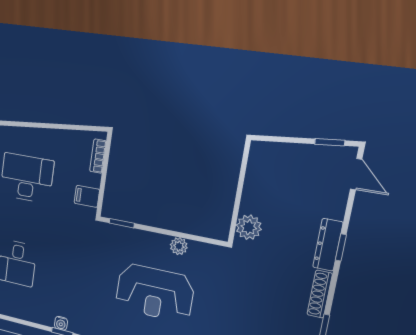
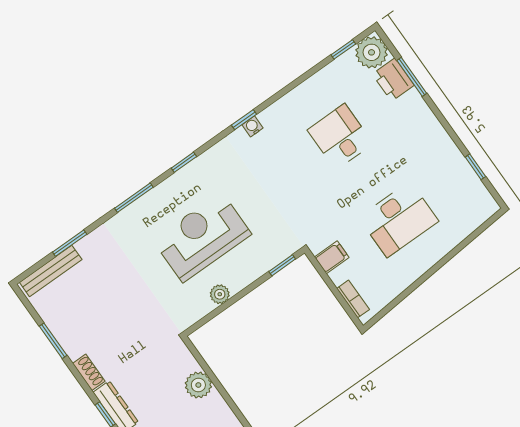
plant: (249, 227) -> (198, 385), moved
shoe rack: (320, 294) -> (89, 372), width x0.70

